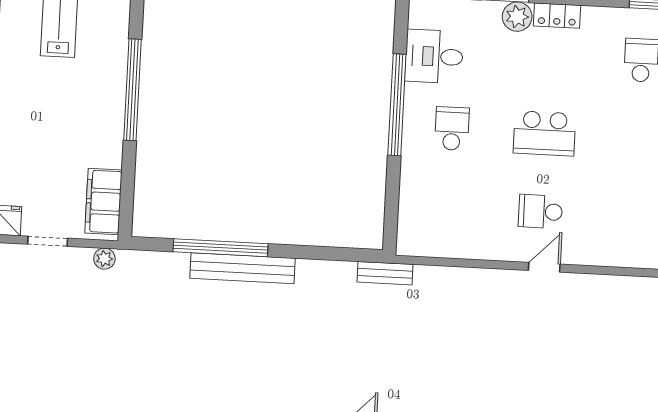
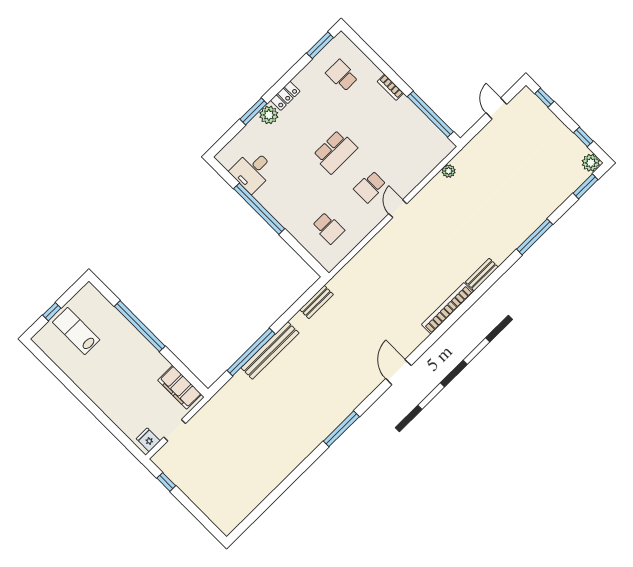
school desk: (452, 129) -> (328, 228), moved, turned 180
plant: (104, 259) -> (449, 171), moved
bench: (385, 273) -> (317, 302), moved

